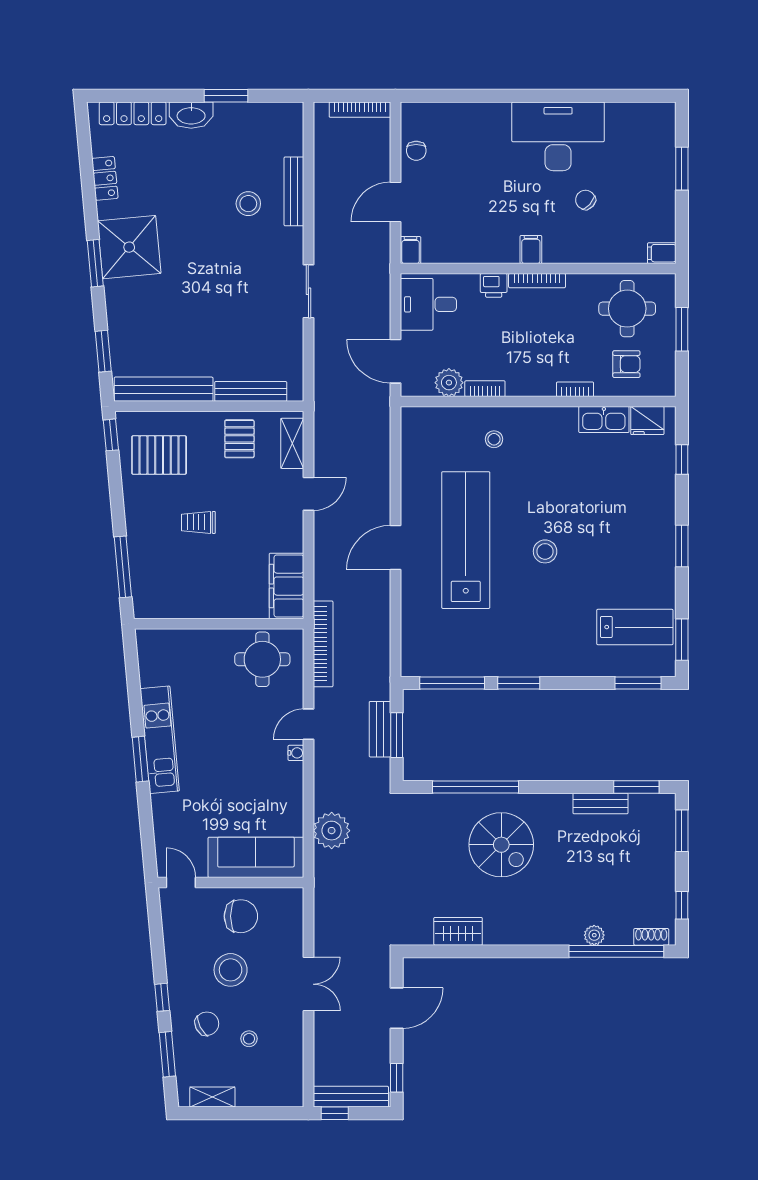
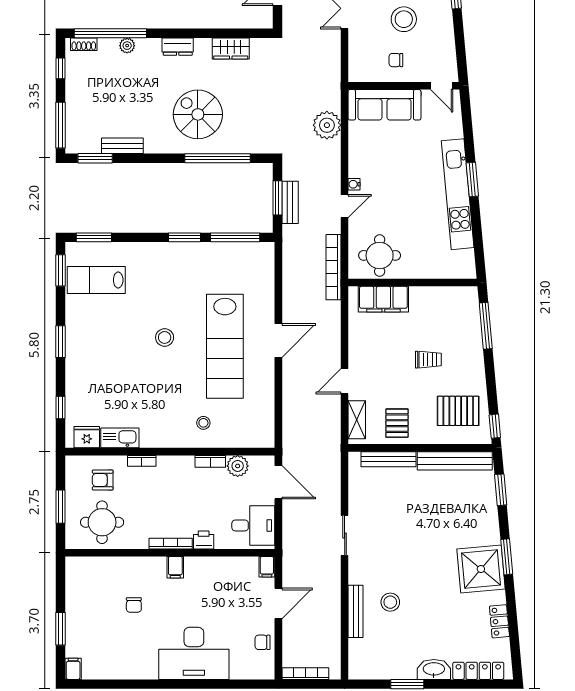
desk: (558, 136) -> (194, 653), moved
chair: (416, 151) -> (263, 642), turned -90
chair: (585, 200) -> (134, 605), turned 48
filing cabinet: (662, 253) -> (73, 669), moved, turned -90
filing cabinet: (286, 586) -> (383, 299), moved, turned 90
kitchen unit: (160, 740) -> (458, 194), width x1.36
window: (682, 831) -> (61, 125), width x1.44
chair: (241, 916) -> (396, 60), width x0.54, depth x0.54
dresser: (528, 934) -> (178, 47), added

